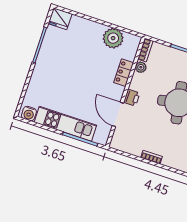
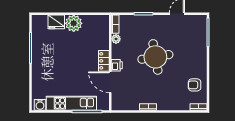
fridge: (60, 19) -> (56, 22), moved
plant: (113, 38) -> (74, 23), moved
locker: (124, 73) -> (104, 61), moved

